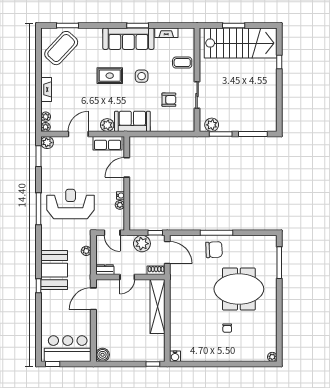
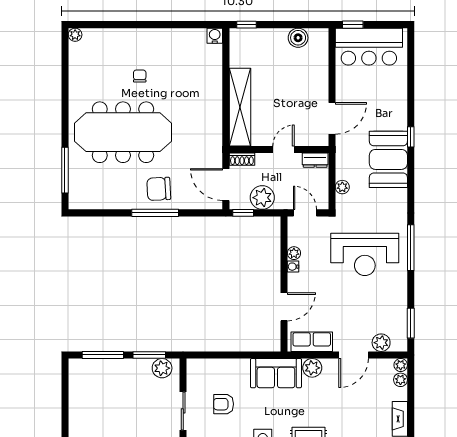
plant: (47, 143) -> (381, 343), moved
meeting table: (239, 289) -> (123, 132), width x1.36
boiler: (103, 355) -> (298, 38), moved
window: (53, 364) -> (353, 25), moved

